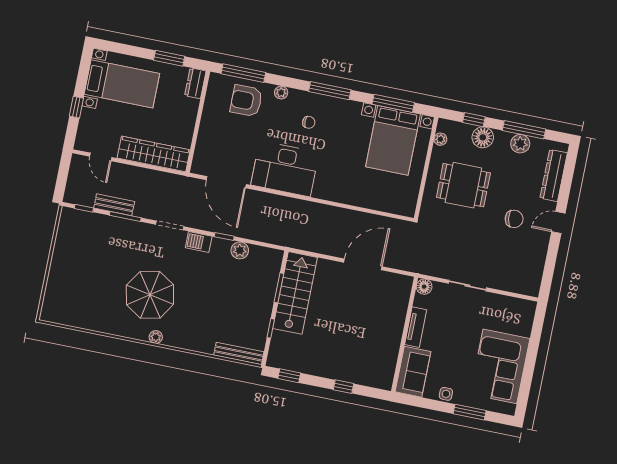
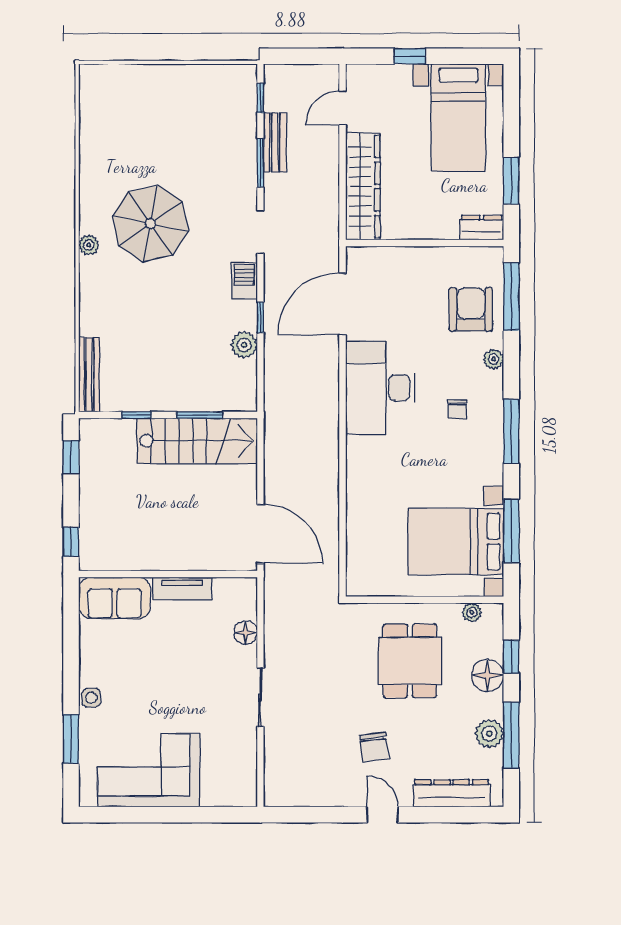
tv unit: (416, 327) -> (182, 588), moved
wall: (405, 334) -> (168, 574), moved
sofa: (413, 372) -> (115, 598), moved

